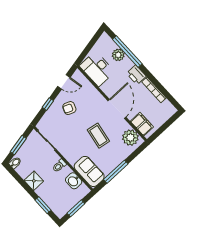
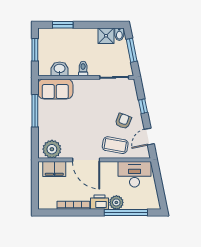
plant: (118, 55) -> (116, 202), moved
coffee table: (98, 136) -> (115, 145), moved
shower: (34, 181) -> (106, 36), moved

